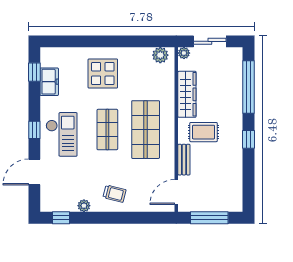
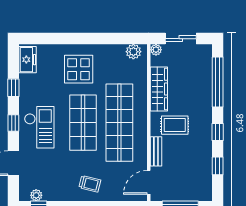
window: (34, 72) -> (13, 88), moved
freezer: (49, 82) -> (28, 60), moved
shop shelf: (107, 130) -> (83, 123), width x1.43, depth x1.36
shop shelf: (146, 130) -> (119, 123), width x1.40
window: (248, 175) -> (218, 166), added
plant: (84, 206) -> (36, 195), moved

